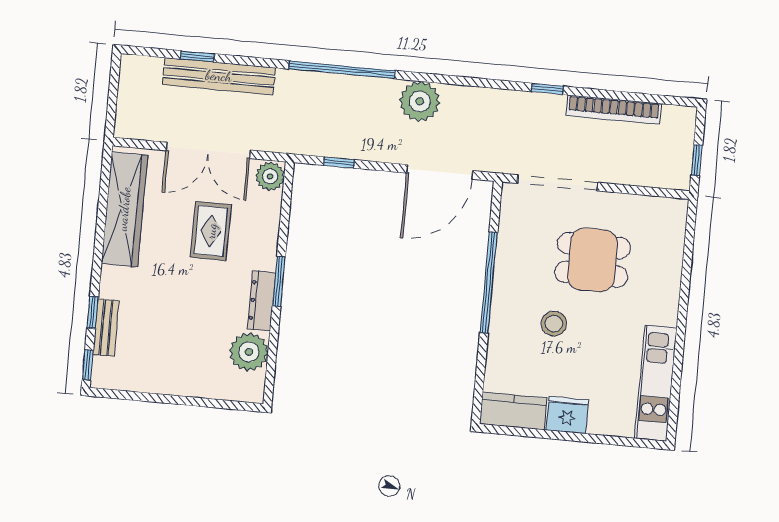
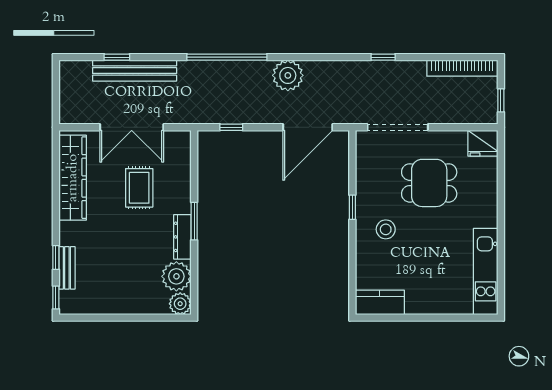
bookcase: (614, 110) -> (462, 68), moved
plant: (270, 176) -> (180, 304), moved
window: (489, 283) -> (352, 207), width x0.32
stool: (554, 324) -> (386, 229), moved
fridge: (567, 415) -> (483, 143), moved, turned 180

